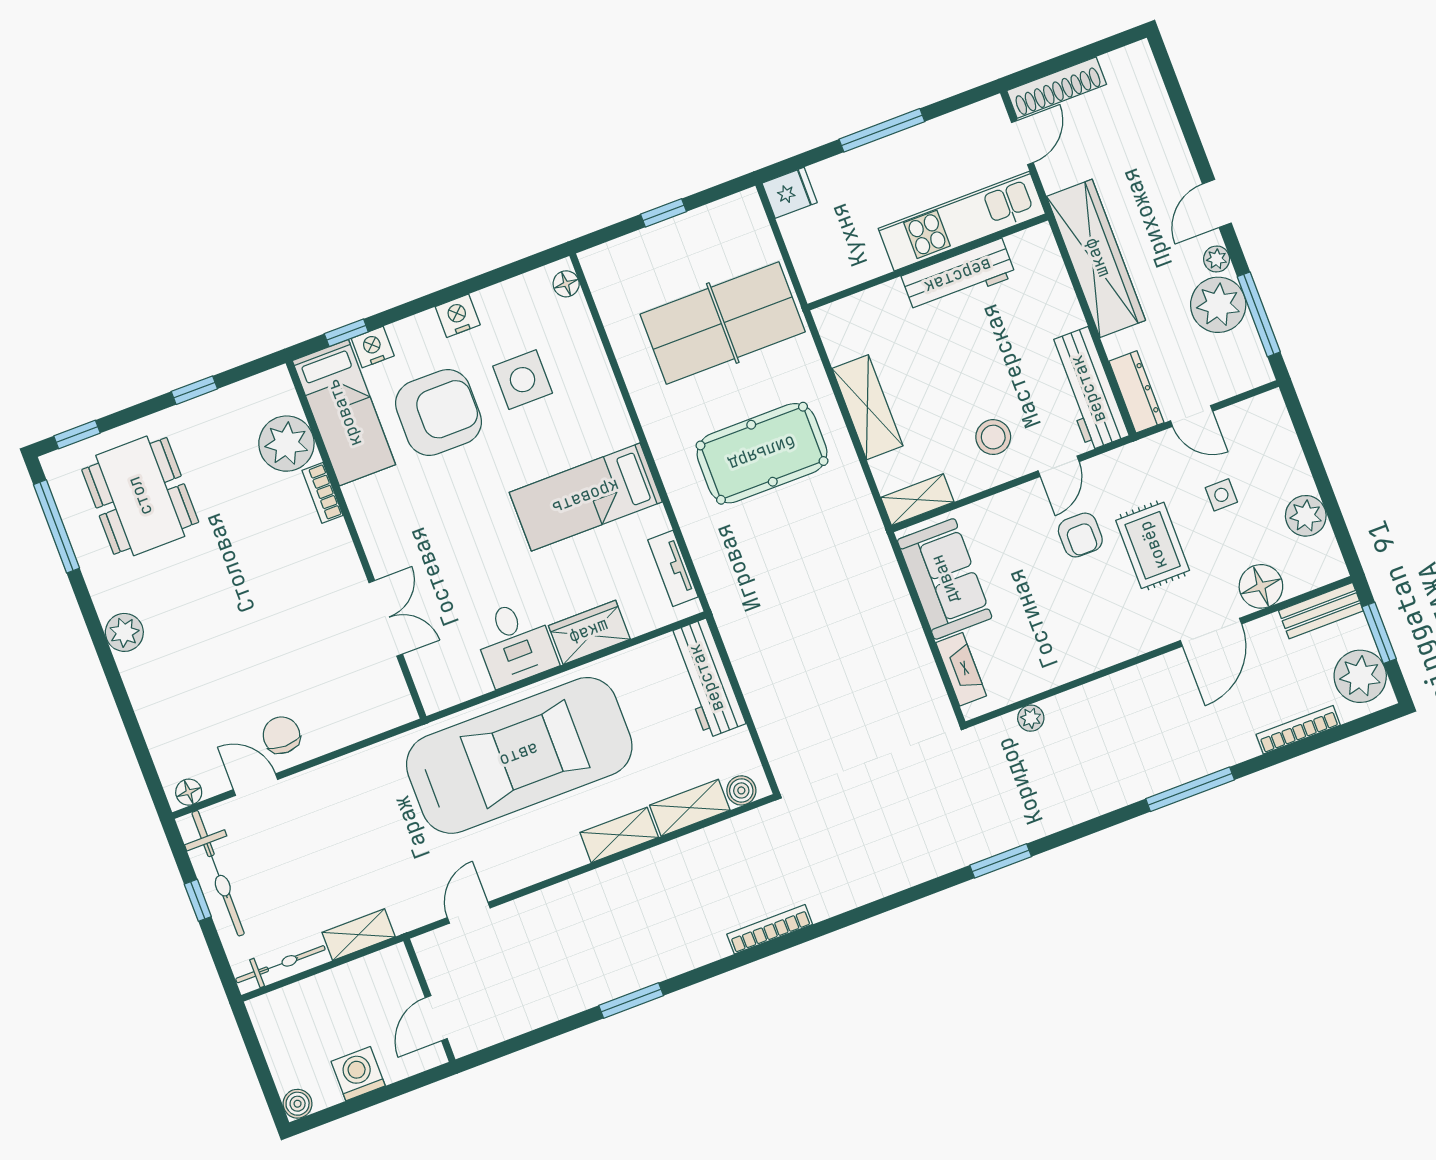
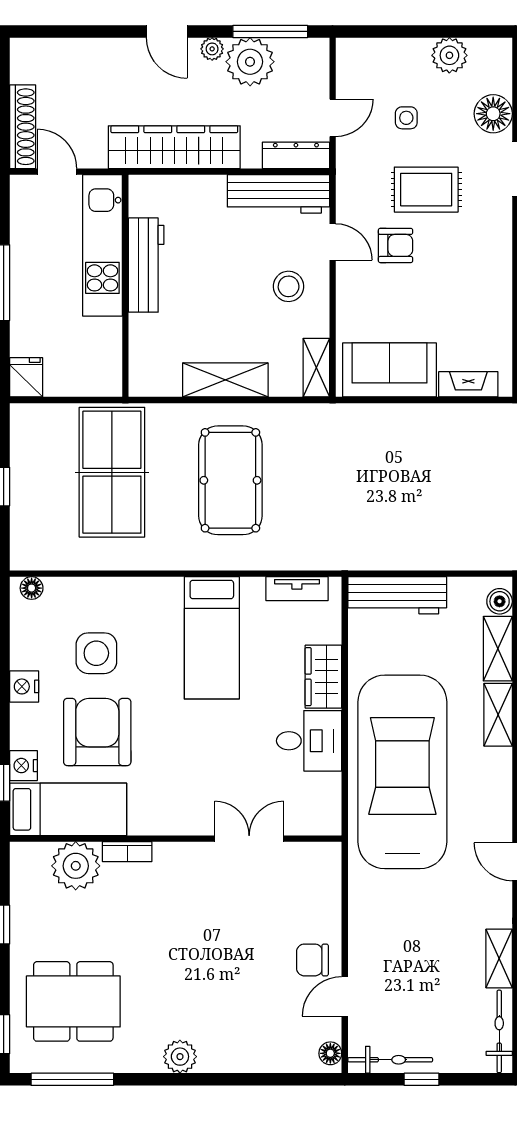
bicycle: (218, 873) -> (390, 1060), width x0.73, depth x0.71

